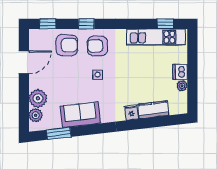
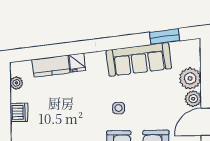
plant: (182, 86) -> (16, 83), moved
plant: (36, 115) -> (193, 99), moved
sofa: (80, 115) -> (139, 59), width x1.36

